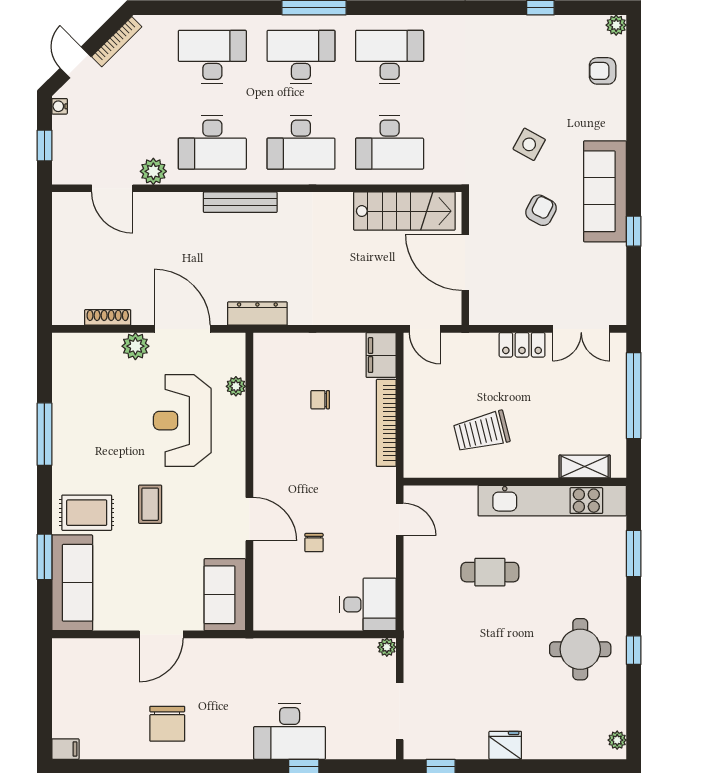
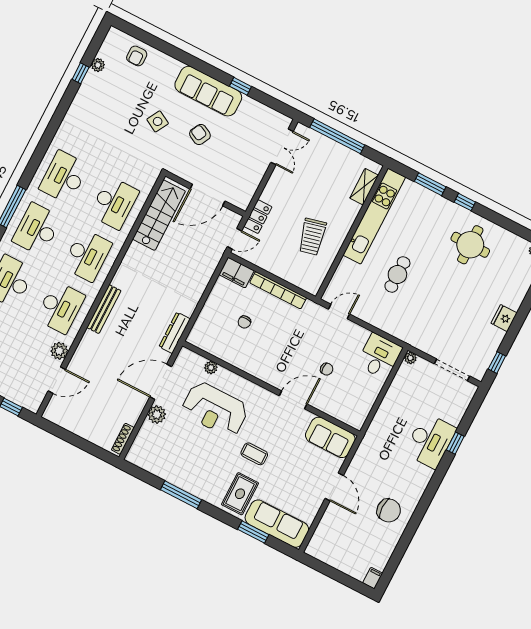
plant: (616, 25) -> (98, 65), moved
shoe rack: (108, 317) -> (123, 439), moved
locker: (522, 345) -> (258, 217), moved
window: (634, 650) -> (465, 202), moved

